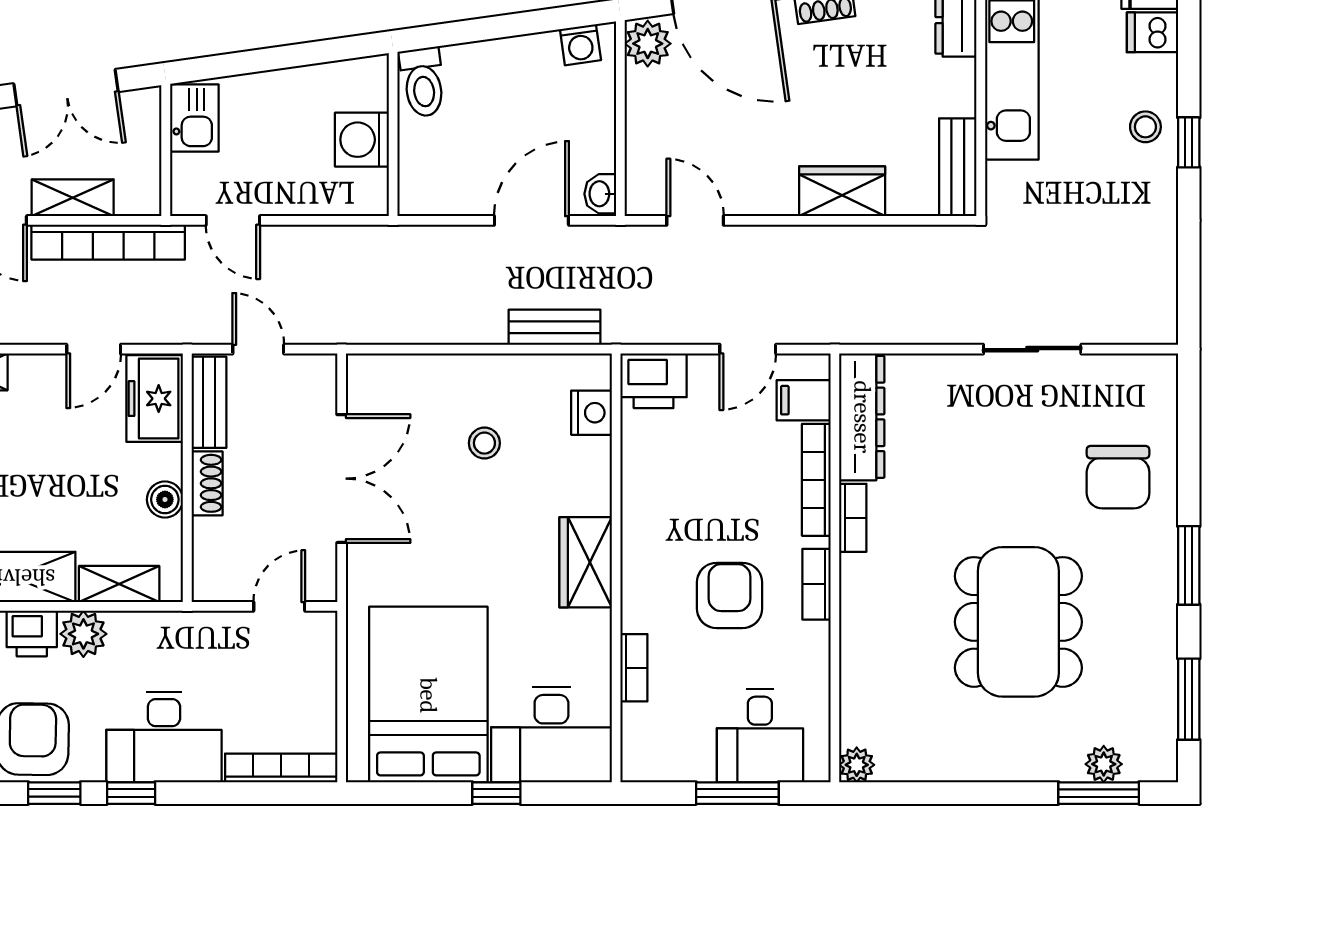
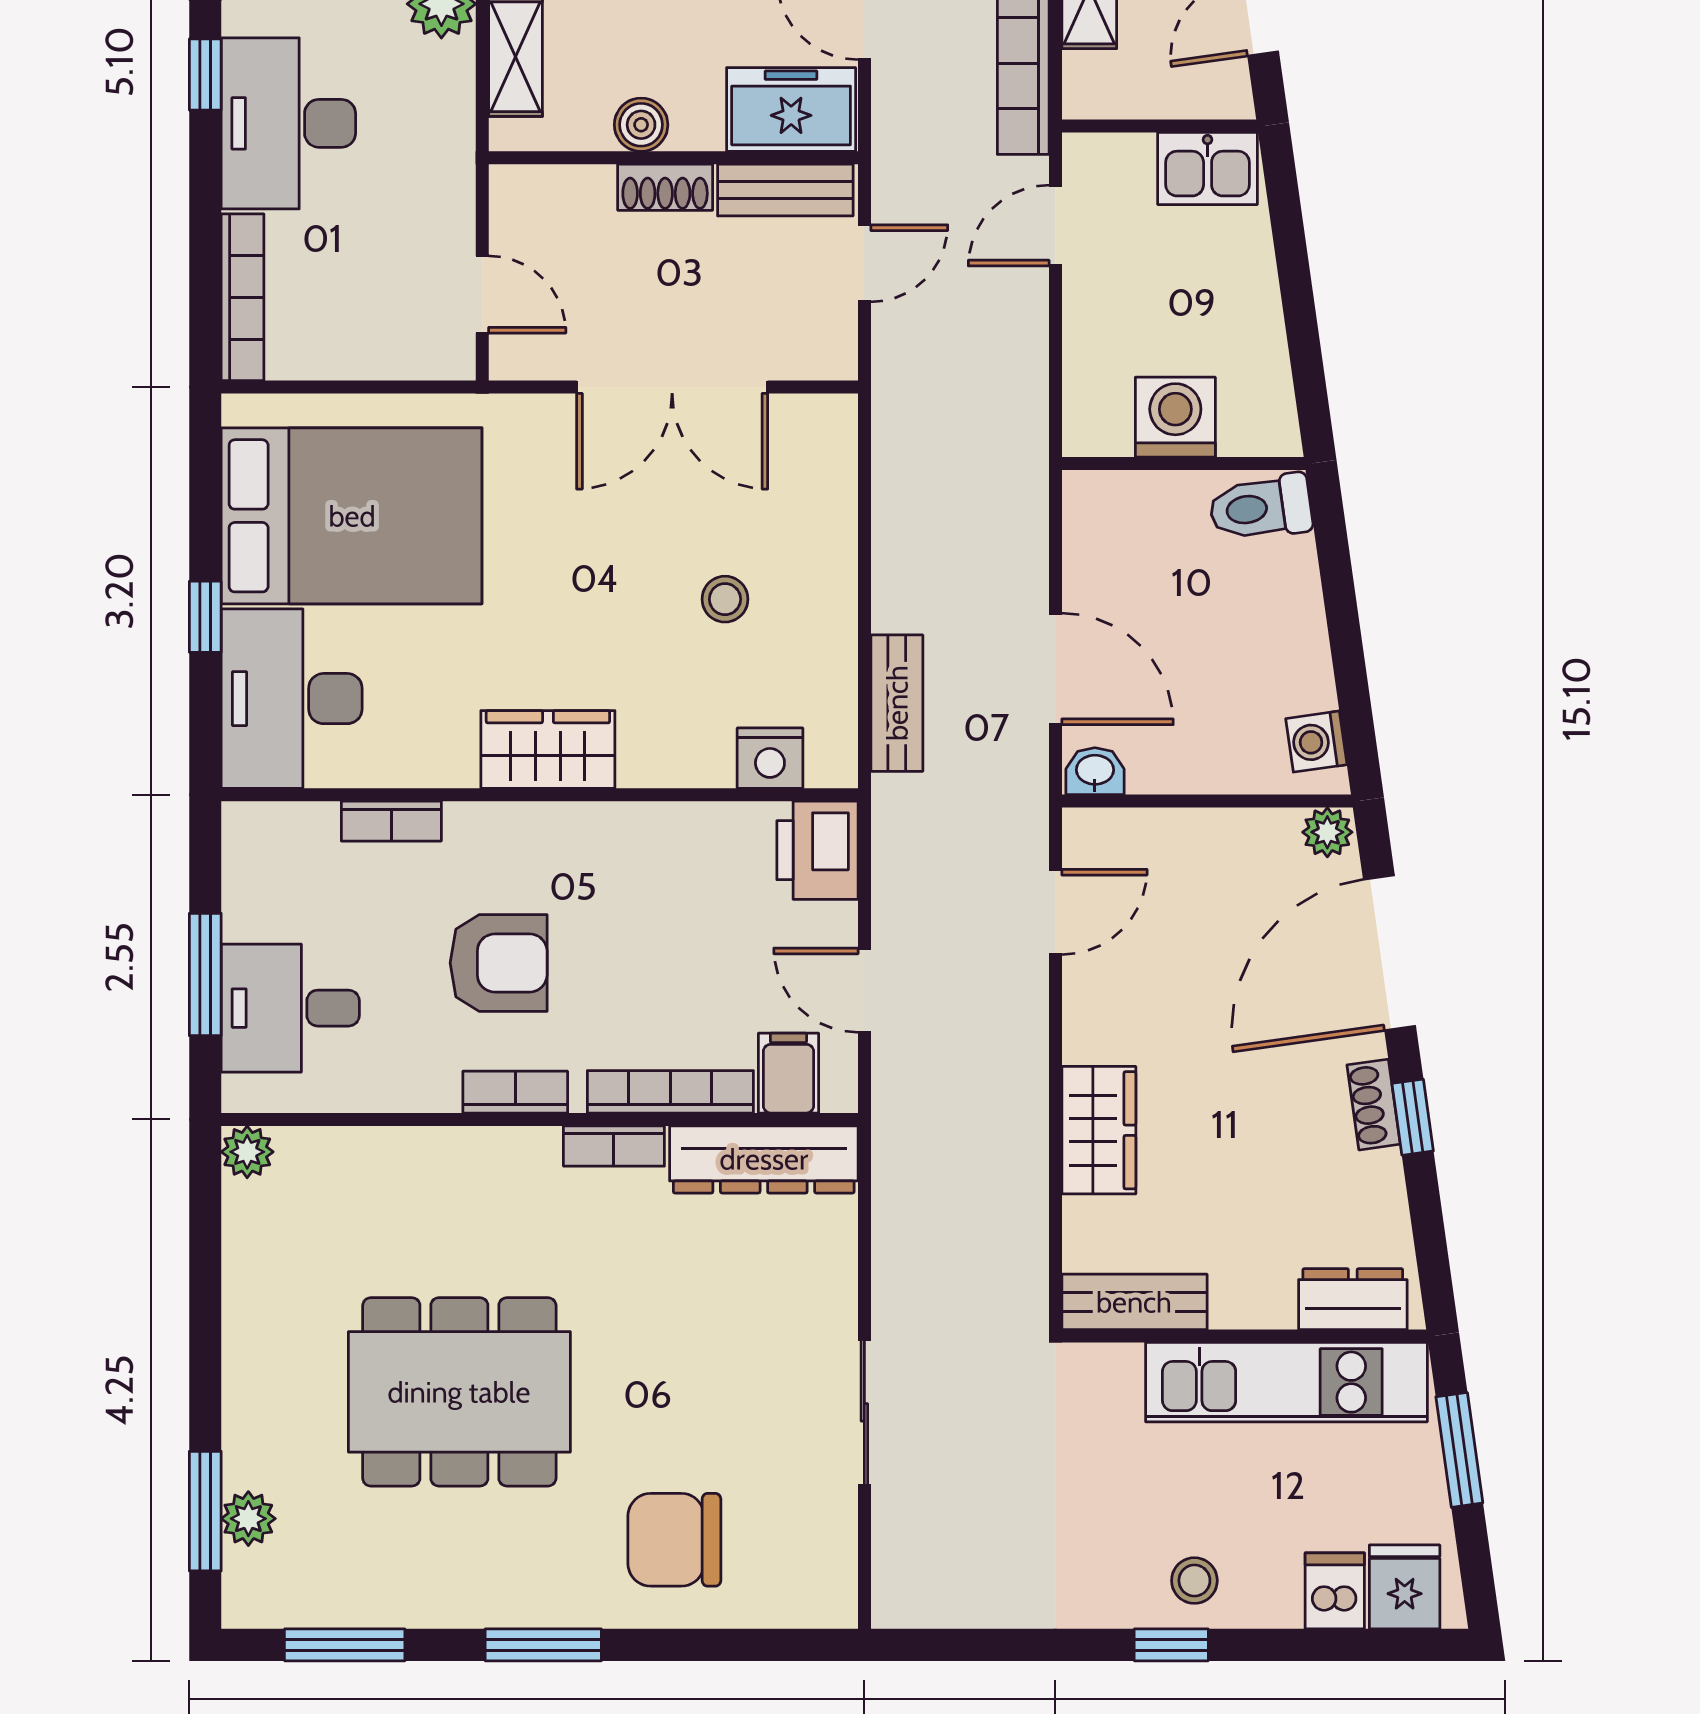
plant: (648, 44) -> (1327, 832), width x0.73, depth x0.73

